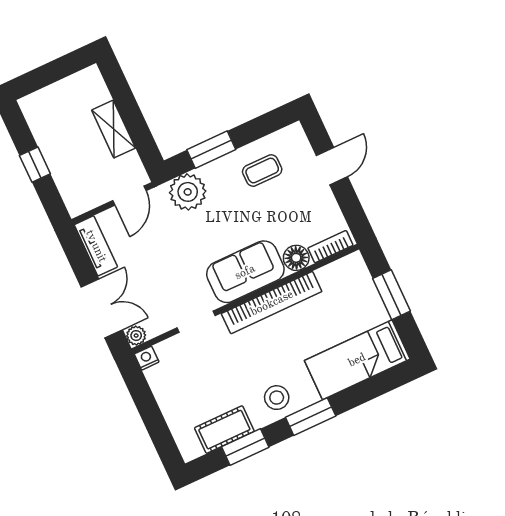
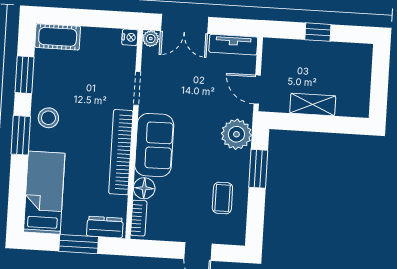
dresser: (359, 277) -> (105, 227), added
cot: (224, 430) -> (58, 37), moved, turned 90

